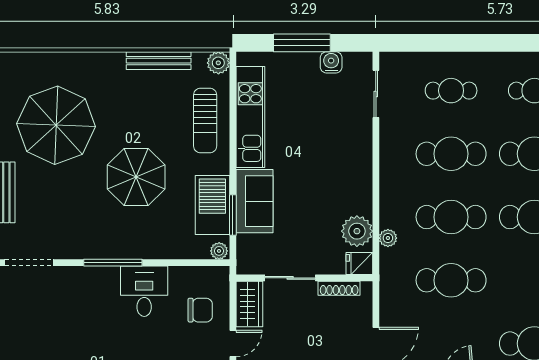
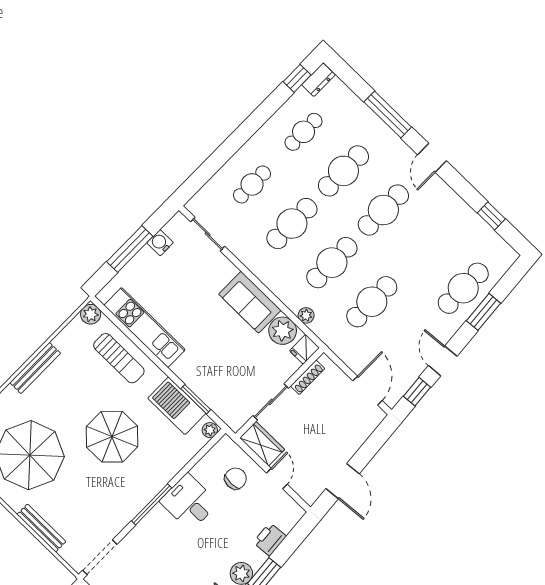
bench: (159, 61) -> (35, 368), moved
sofa: (254, 201) -> (250, 302), moved, turned 180

